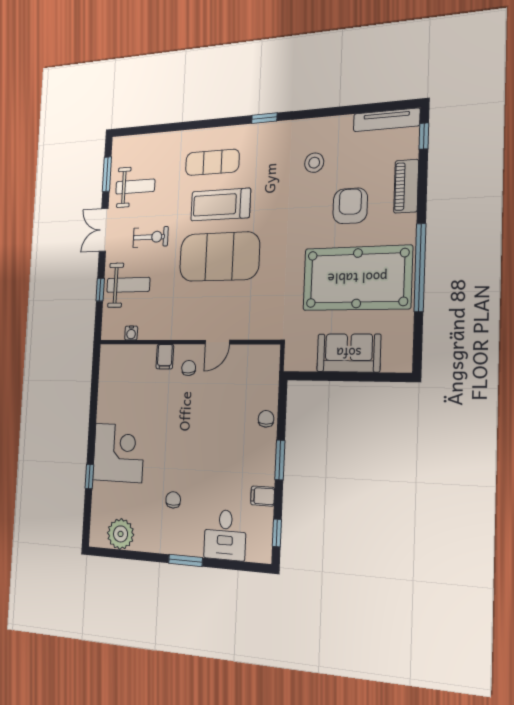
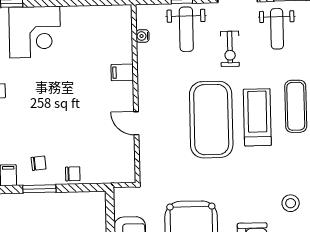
chair: (189, 368) -> (39, 163), moved

